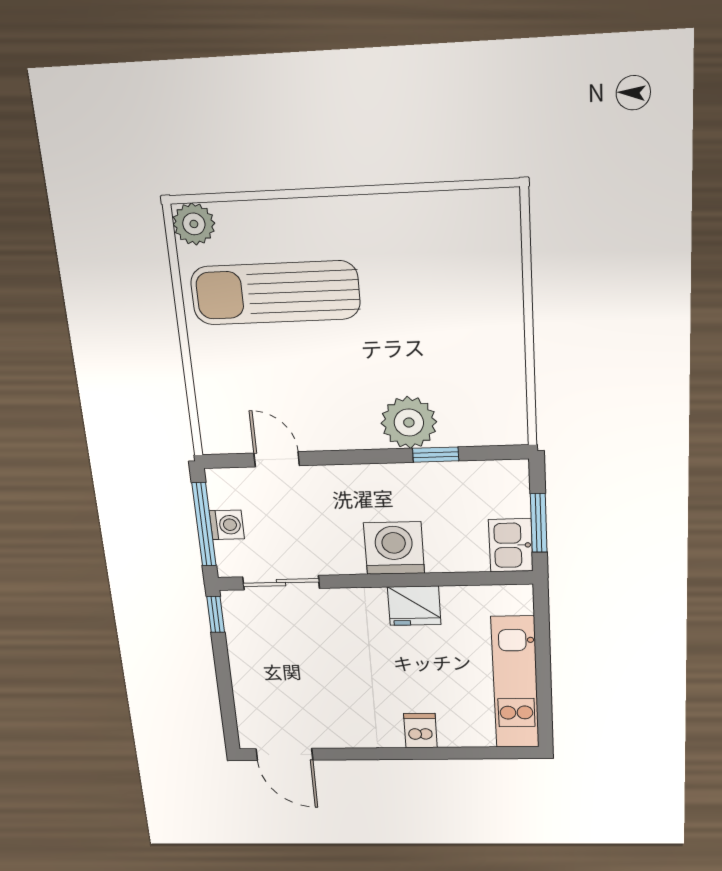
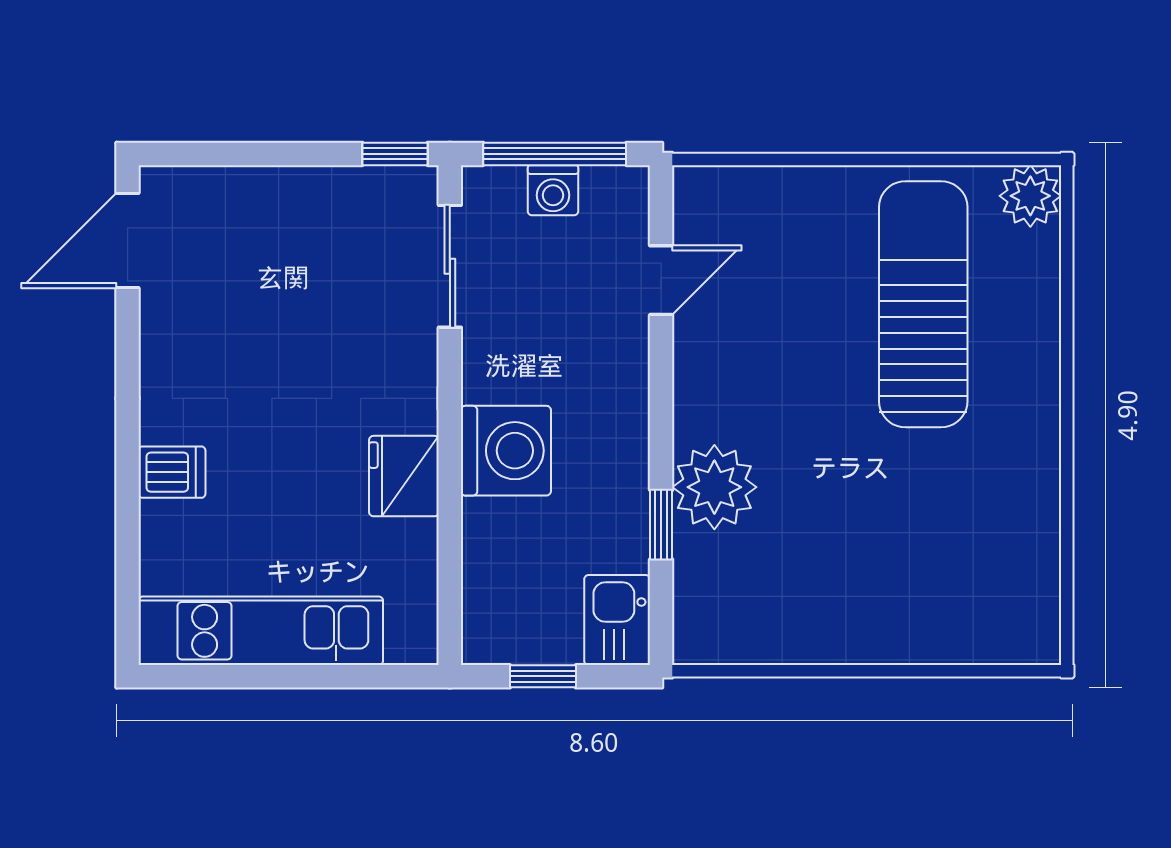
window: (539, 523) -> (543, 676), width x0.67
kitchen sink: (511, 545) -> (617, 620), moved, turned -90

